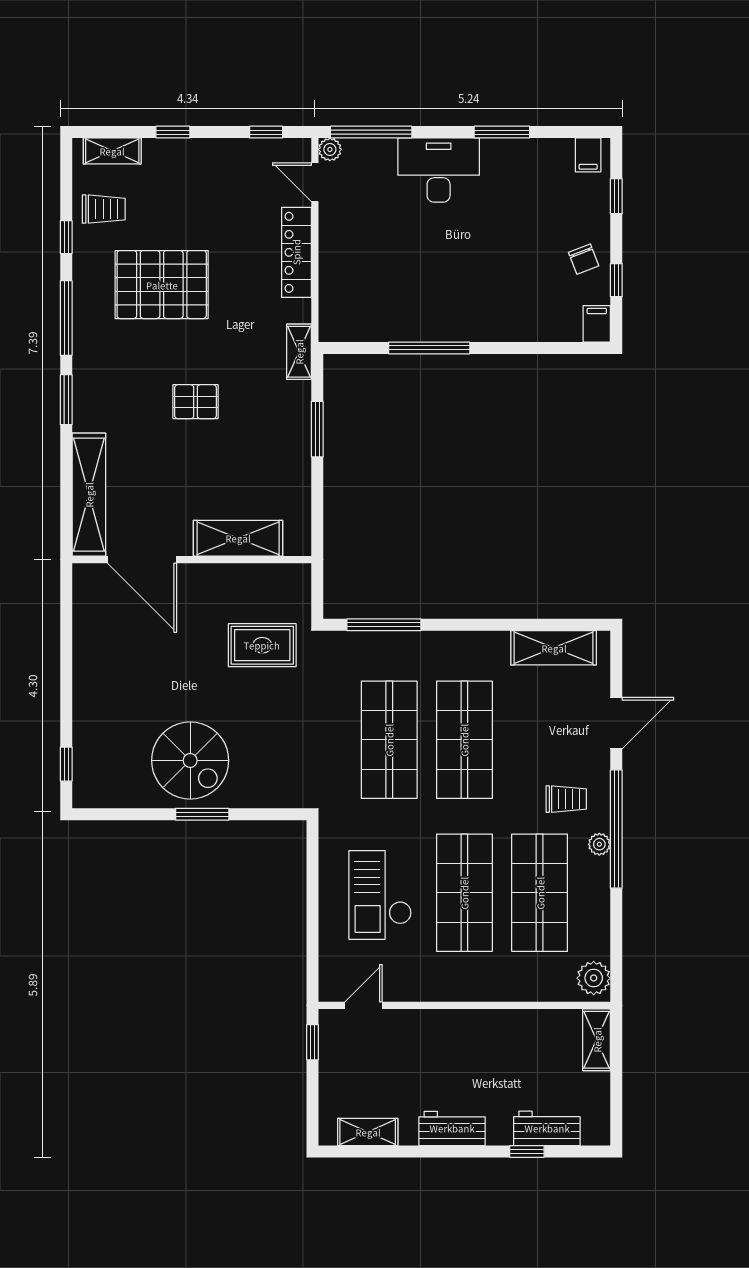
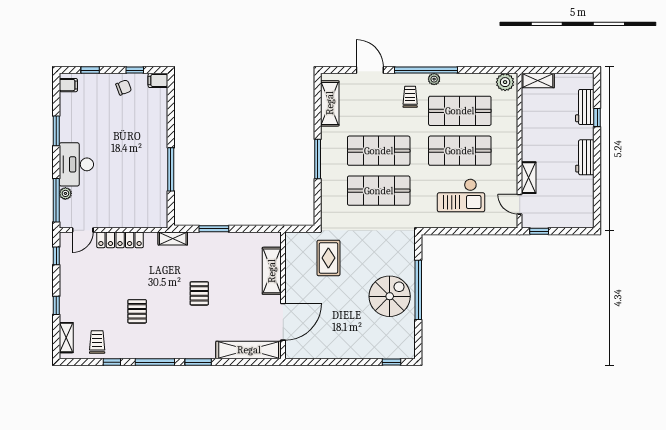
plant: (330, 149) -> (65, 193), moved
pallet: (162, 285) -> (137, 311), width x0.49, depth x0.50
window: (384, 625) -> (318, 159), moved
window: (202, 814) -> (418, 290), width x2.11
shelving: (368, 1132) -> (529, 178), moved

